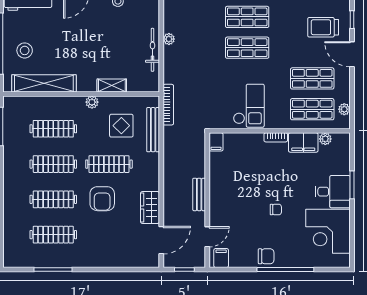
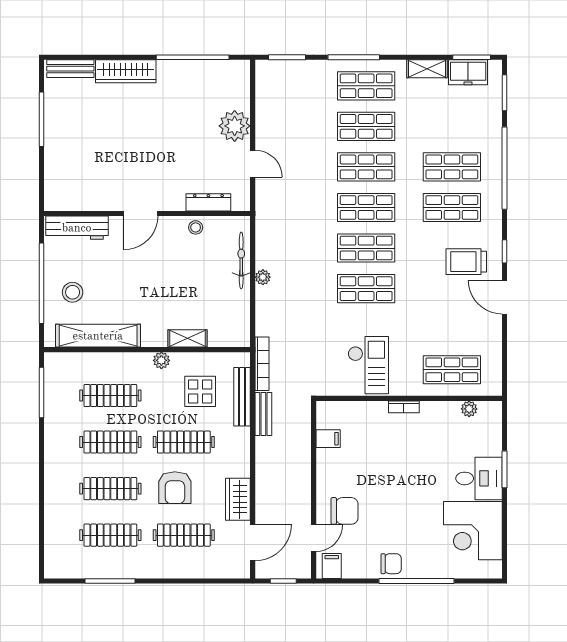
bicycle: (152, 50) -> (241, 260), moved
shop shelf: (312, 78) -> (452, 329), removed
plant: (344, 109) -> (494, 370), removed
filing cabinet: (216, 142) -> (328, 439), moved, turned -90
filing cabinet: (303, 143) -> (440, 414), removed
bench: (199, 194) -> (263, 414), moved
chair: (276, 210) -> (344, 511), moved, width x1.87, depth x1.87
clothes rail: (109, 235) -> (184, 535), added

